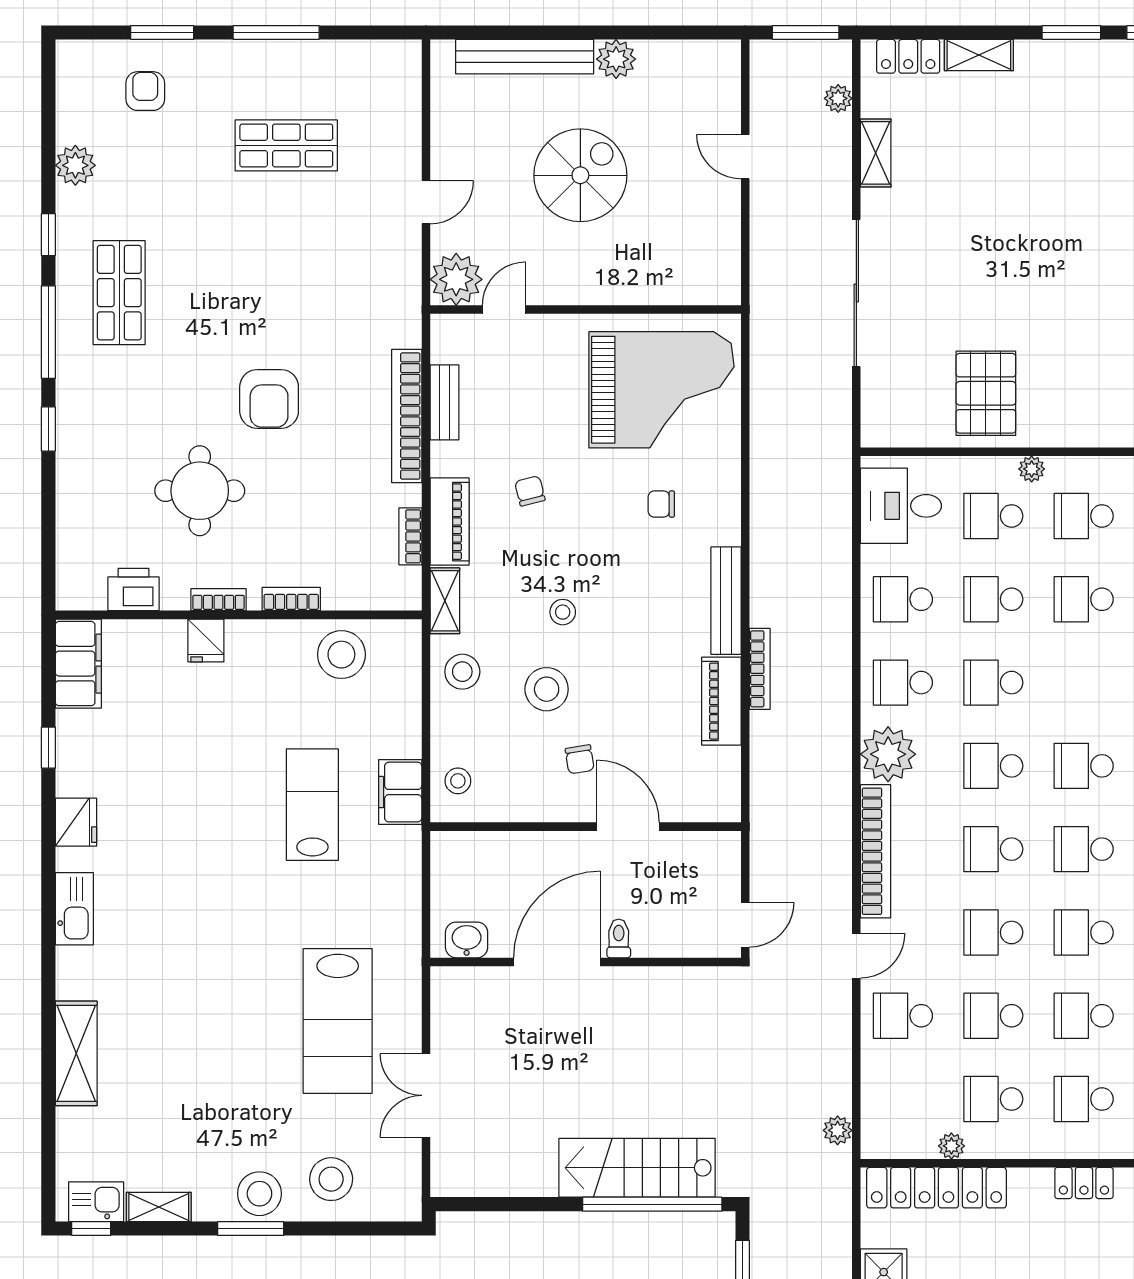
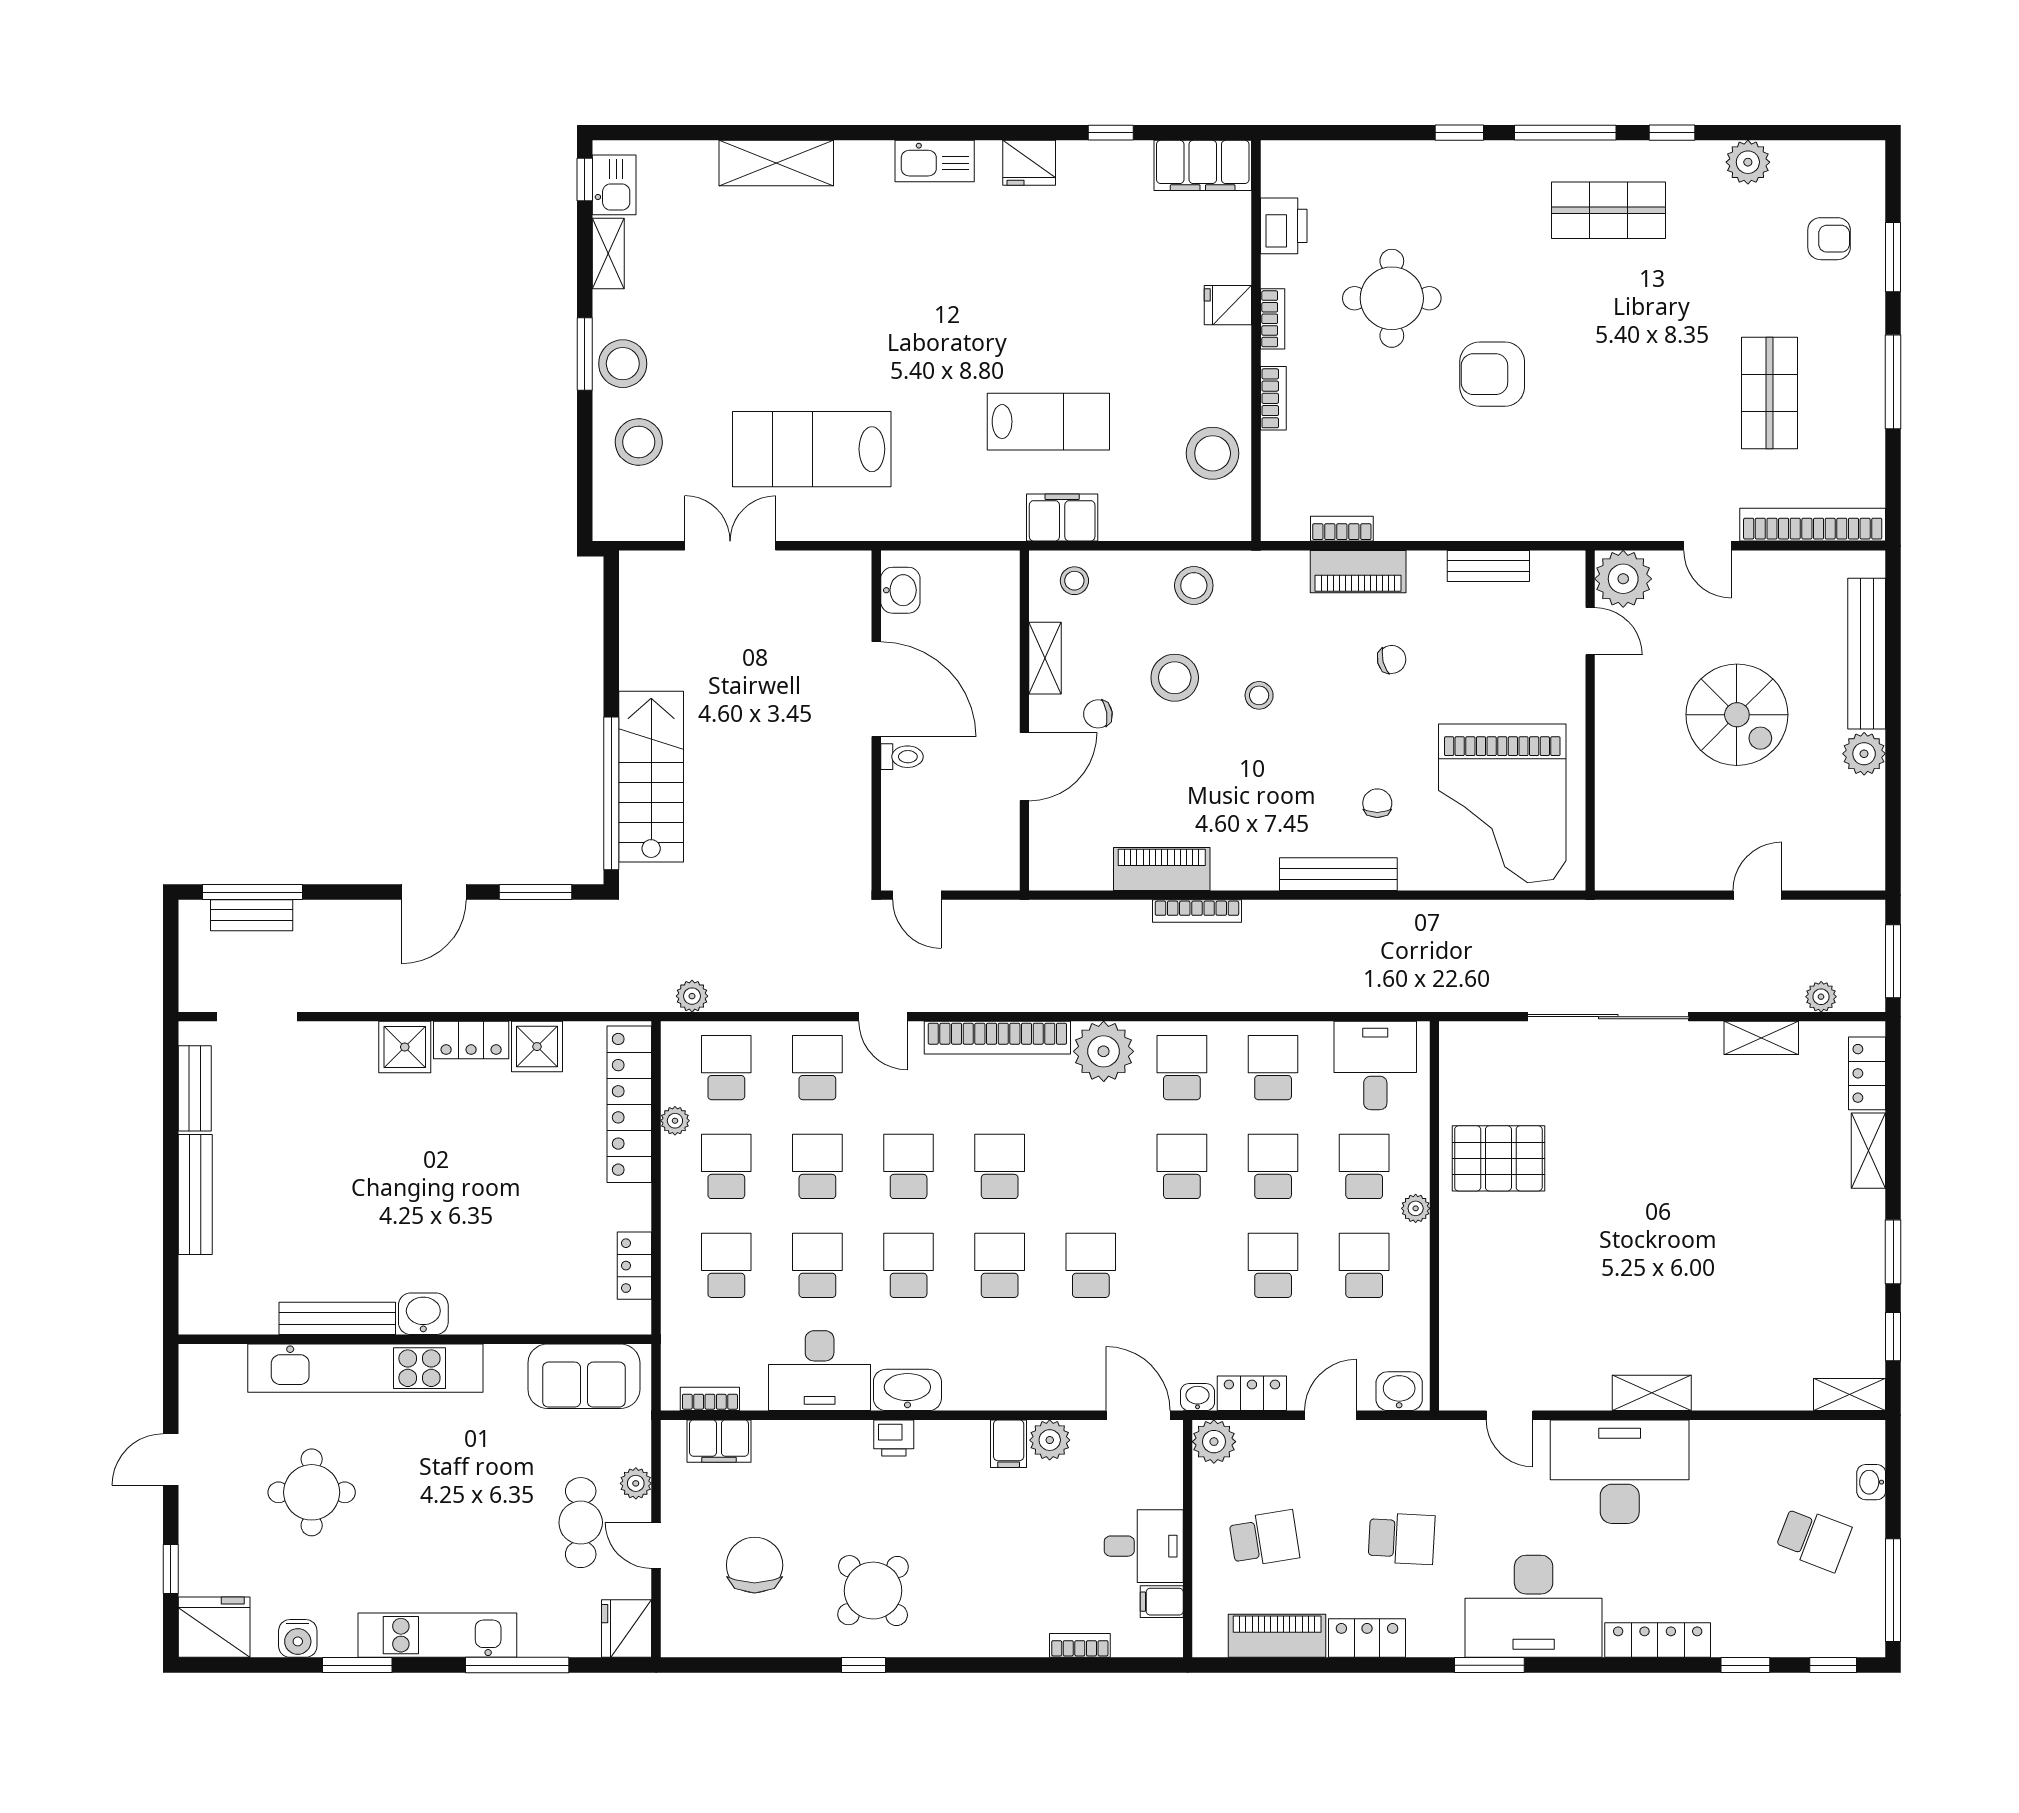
bookcase: (407, 416) -> (1813, 525), moved
shelving: (445, 601) -> (1045, 658), moved, turned 90
bench: (726, 601) -> (1338, 874), moved
school desk: (993, 766) -> (726, 1068), moved

